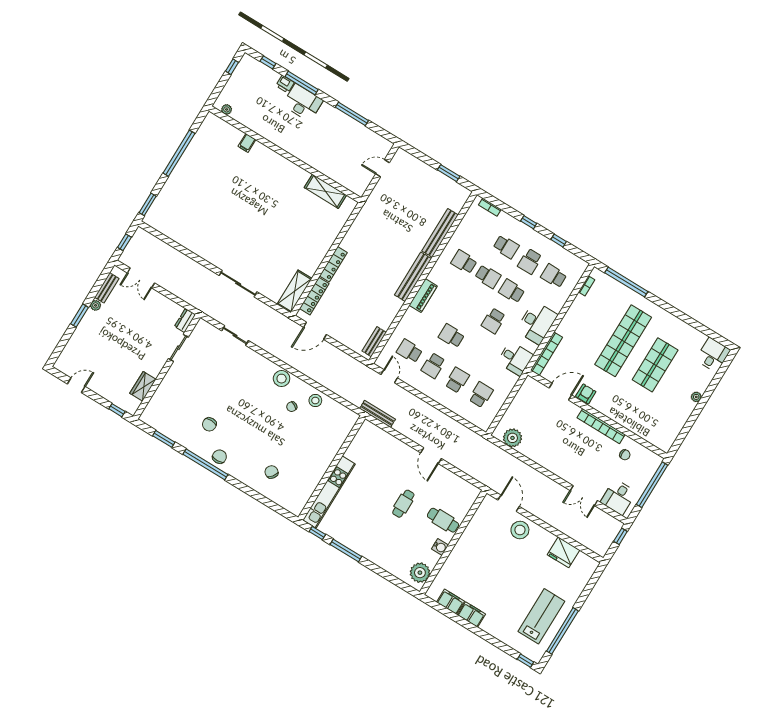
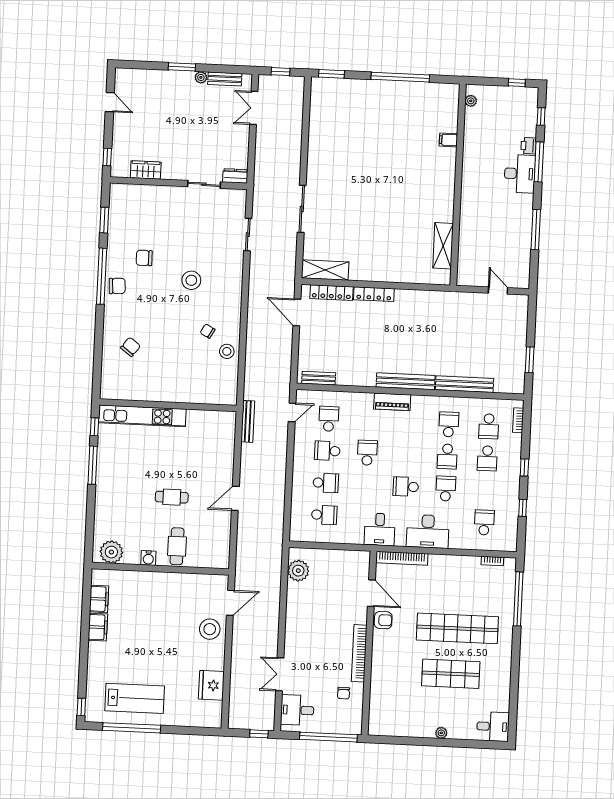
school desk: (530, 261) -> (489, 426), moved, turned -90
stool: (282, 379) -> (191, 280), moved

